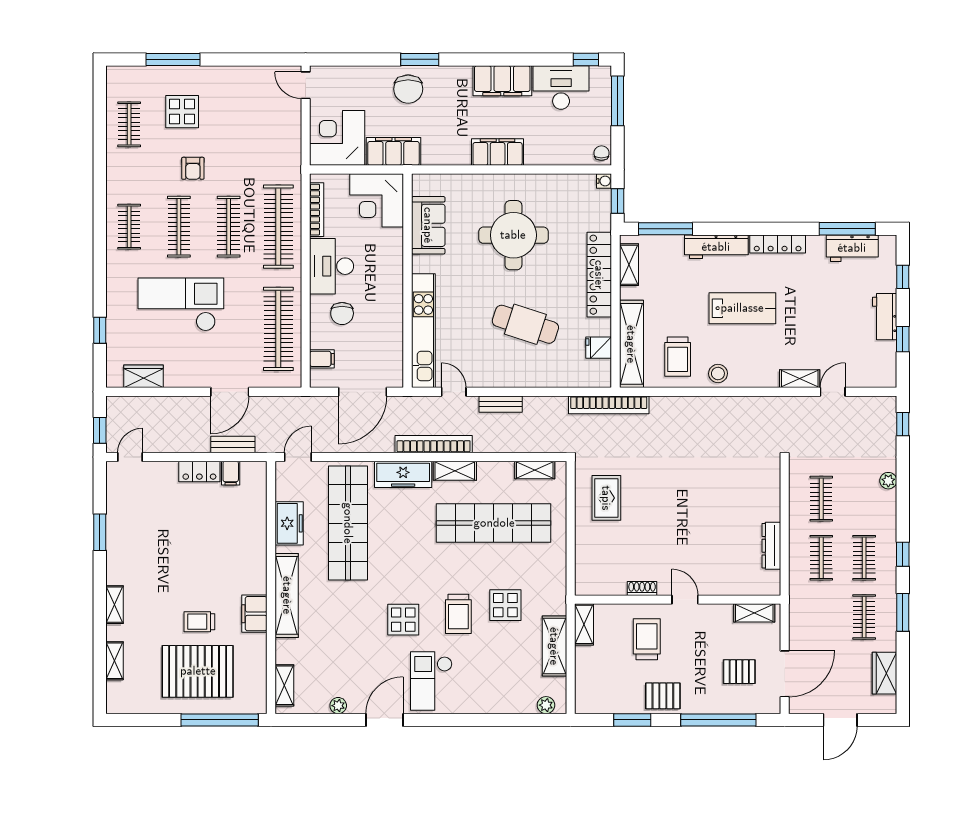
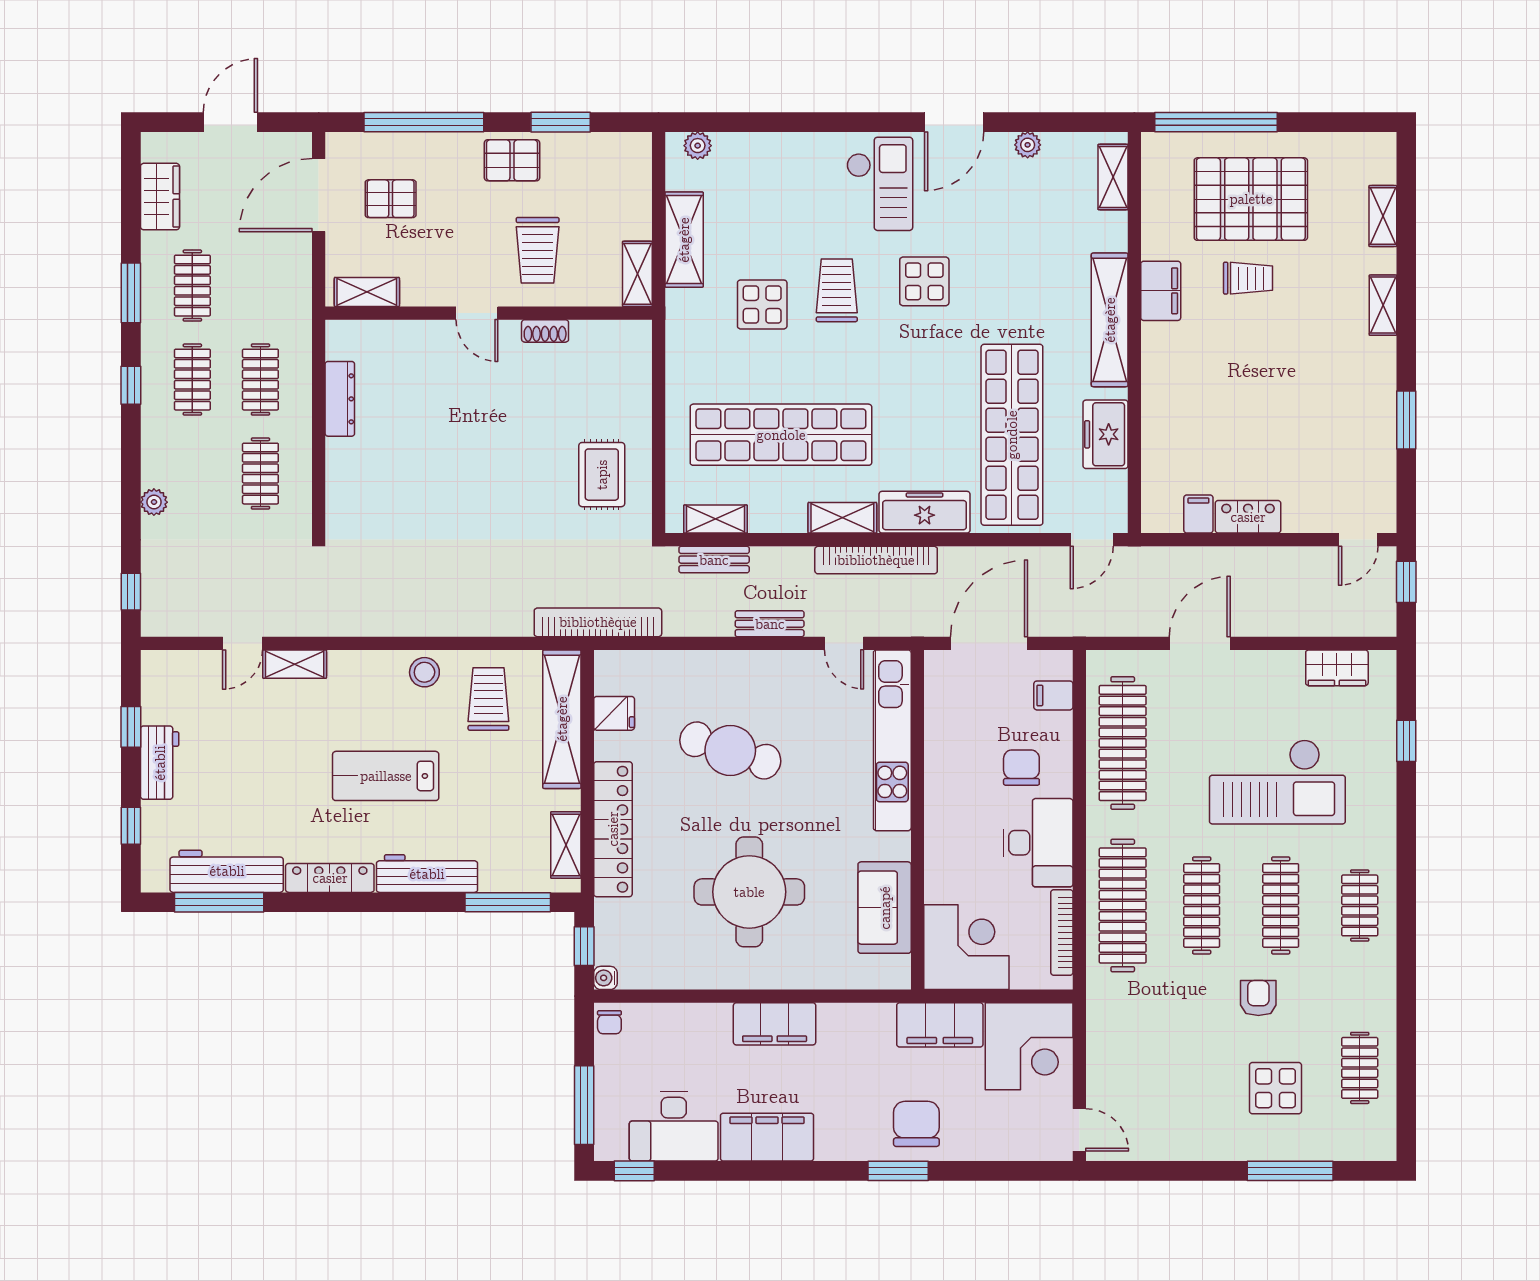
workbench: (852, 248) -> (227, 871), width x1.38
bench: (233, 444) -> (714, 560), moved

